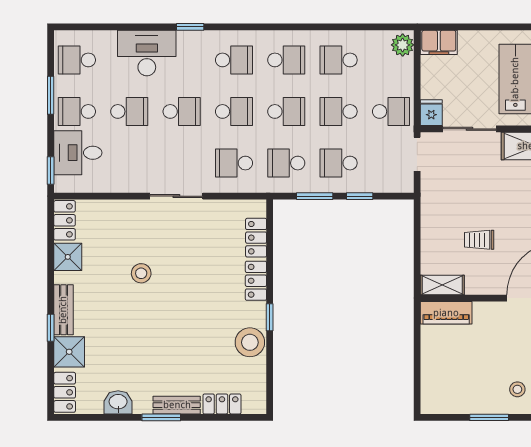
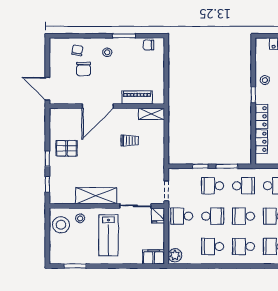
school desk: (339, 60) -> (213, 246), turned 180
school desk: (339, 163) -> (213, 186), turned 180
piano: (446, 313) -> (137, 97), moved
stool: (250, 342) -> (265, 80), width x0.53, depth x0.53
chair: (447, 402) -> (149, 45), added

